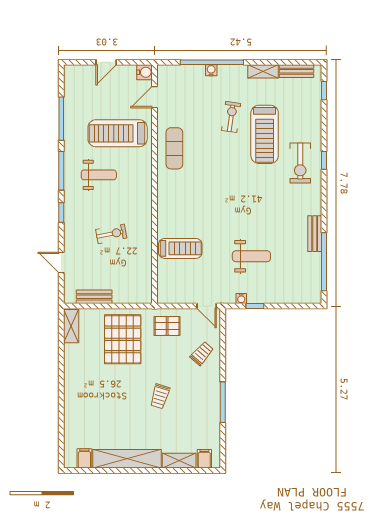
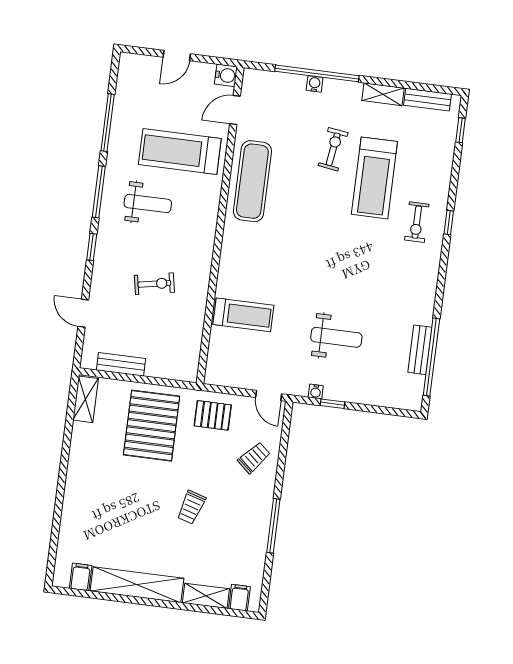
exercise mat: (174, 148) -> (252, 181), width x1.36, depth x1.45
exercise bike: (300, 163) -> (417, 222), width x0.73, depth x0.72
bench: (315, 234) -> (420, 350), moved

